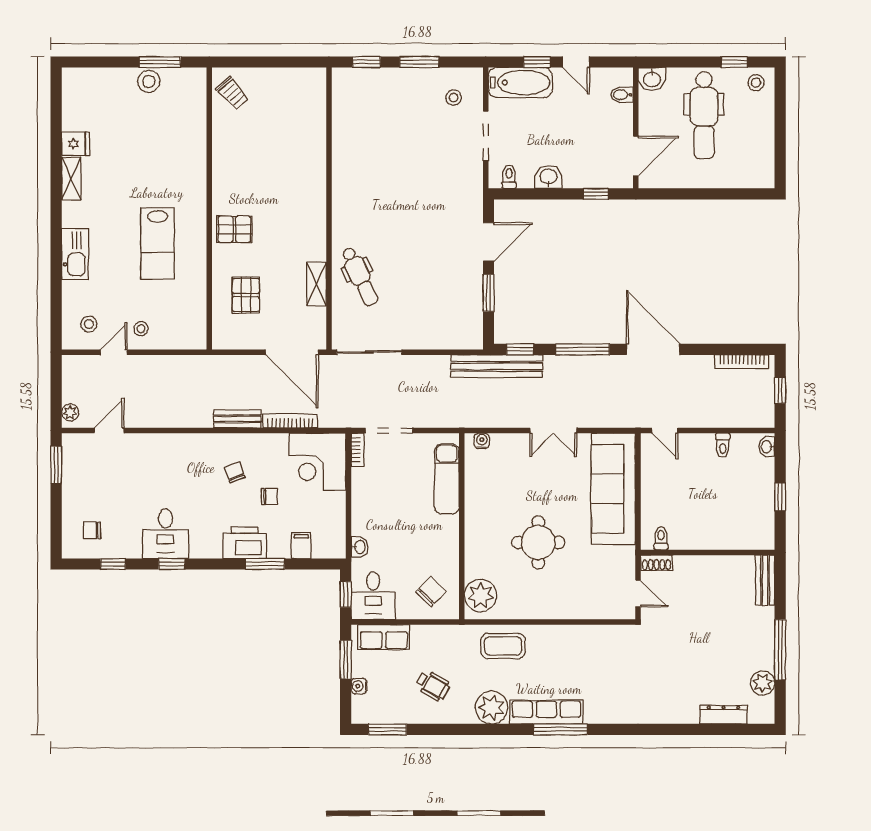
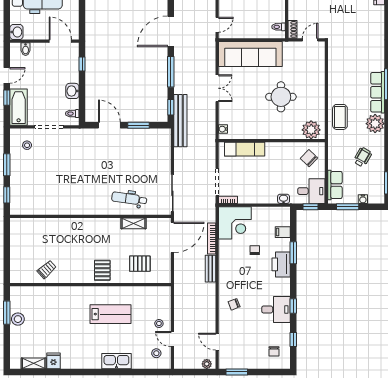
trolley: (232, 93) -> (47, 269), moved
shelving: (71, 179) -> (34, 363), moved
dental chair: (360, 276) -> (129, 199), turned -147
chair: (235, 473) -> (234, 304), moved

